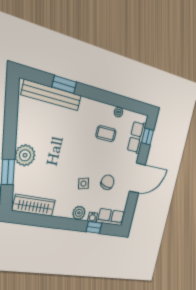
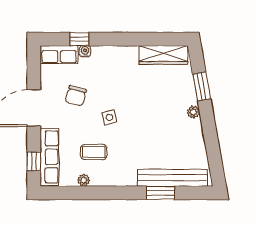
row of seats: (137, 137) -> (49, 157), width x1.48
plant: (25, 155) -> (193, 112), width x0.53, depth x0.53
side table: (84, 184) -> (109, 117), moved
plant: (79, 213) -> (105, 54), removed

